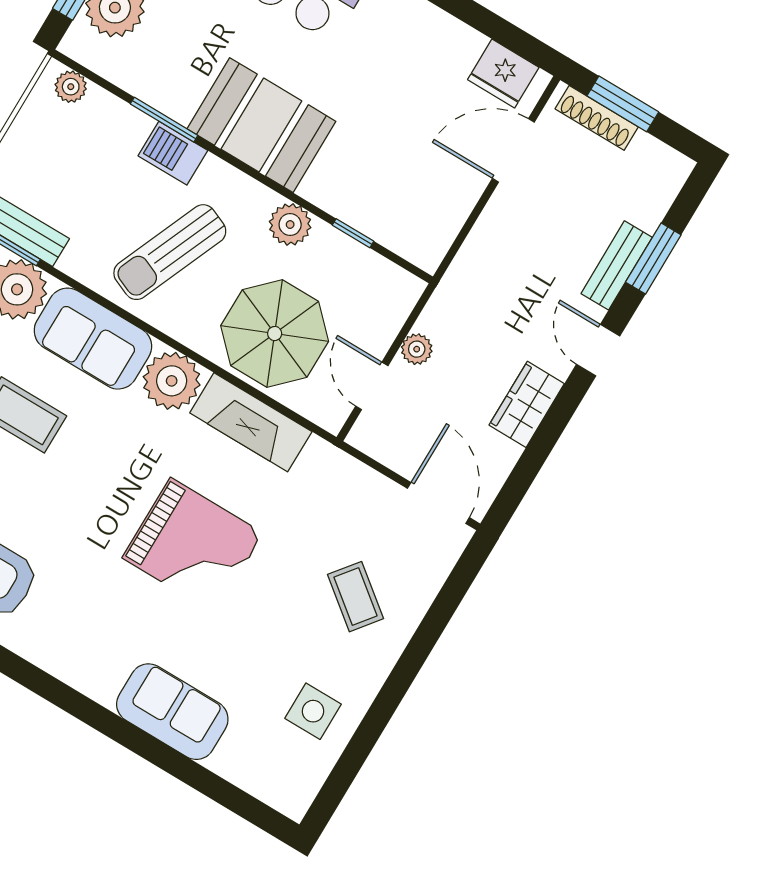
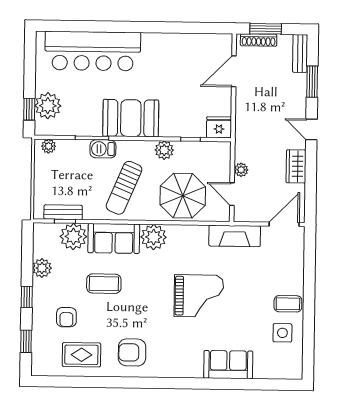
fridge: (503, 73) -> (219, 127), moved, turned 180
bench: (617, 265) -> (300, 53), moved
fireplace: (251, 422) -> (235, 236), moved
door: (438, 503) -> (284, 224), hinge flipped
coffee table: (355, 597) -> (288, 304), moved, turned -38

